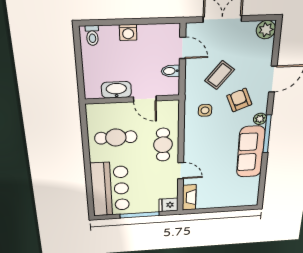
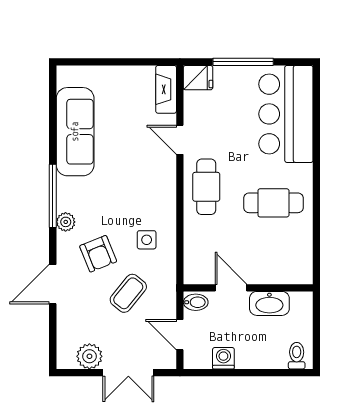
plant: (266, 30) -> (89, 356), moved
washing machine: (128, 32) -> (223, 358), moved
washbasin: (116, 90) -> (269, 303), moved
wall: (132, 99) -> (248, 288), moved
door: (145, 99) -> (231, 288), moved
sofa: (251, 152) -> (75, 132), moved

